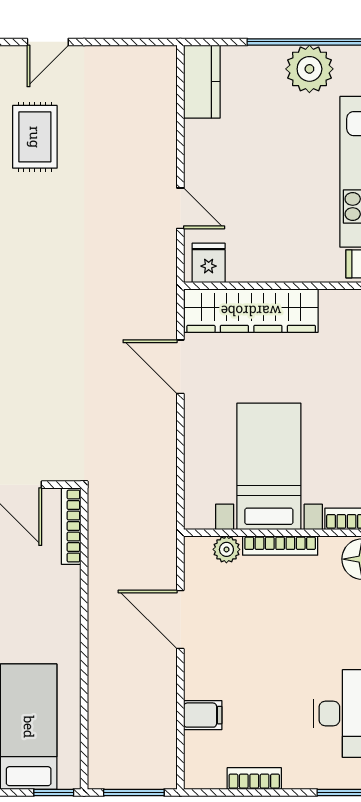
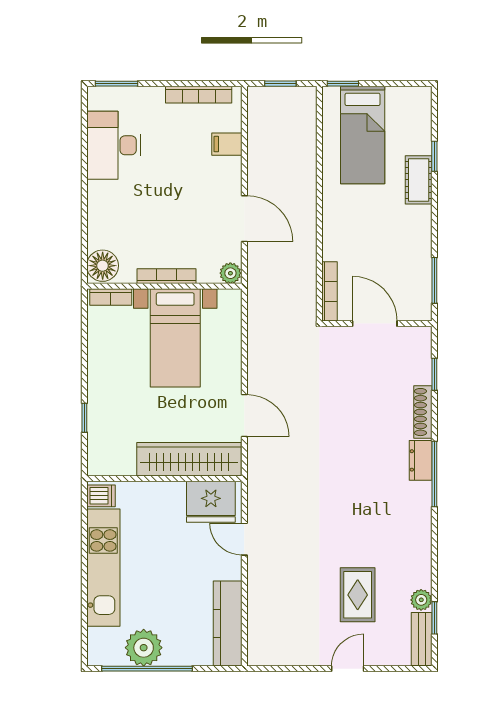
kitchen counter: (202, 82) -> (228, 624), width x1.50
fridge: (209, 263) -> (211, 502), width x1.88, depth x1.34
plant: (226, 549) -> (230, 273), moved
bookcase: (254, 778) -> (199, 95), width x1.56
window: (134, 793) -> (280, 84), width x0.67

